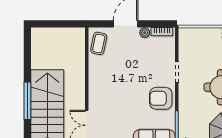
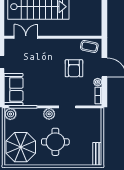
plant: (186, 95) -> (49, 114), added
armchair: (161, 98) -> (74, 68), moved, turned 180

